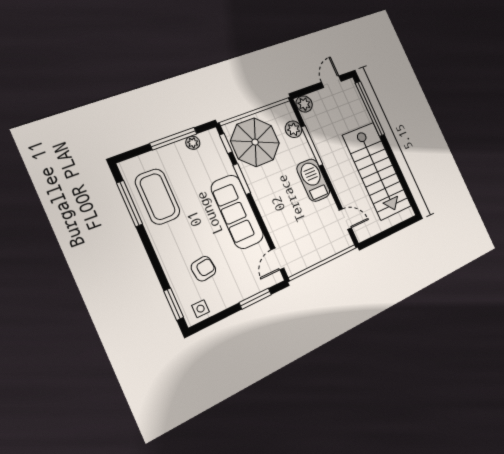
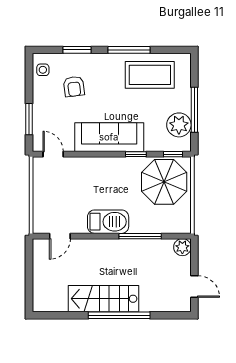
window: (370, 109) -> (119, 315), moved
plant: (294, 129) -> (162, 225), removed
plant: (193, 143) -> (179, 125), width x1.88, depth x1.88
stairs: (377, 171) -> (104, 299), width x0.73, depth x0.66
window: (242, 179) -> (136, 154), width x0.67
window: (130, 204) -> (129, 50), moved
window: (174, 304) -> (77, 50), moved

